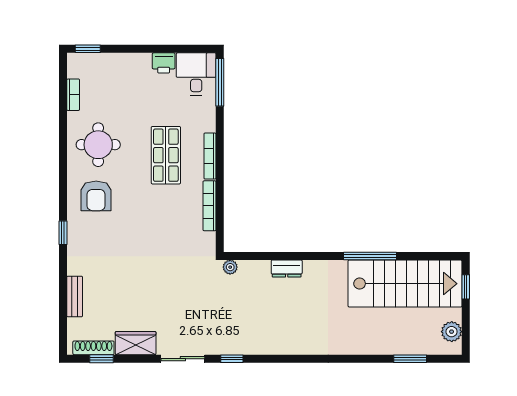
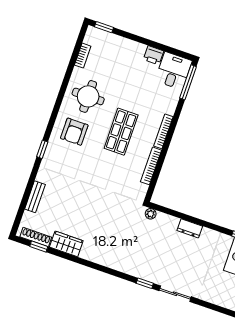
shop shelf: (166, 155) -> (121, 132), moved
sliding door: (183, 359) -> (175, 294), moved
window: (232, 359) -> (145, 283), moved

